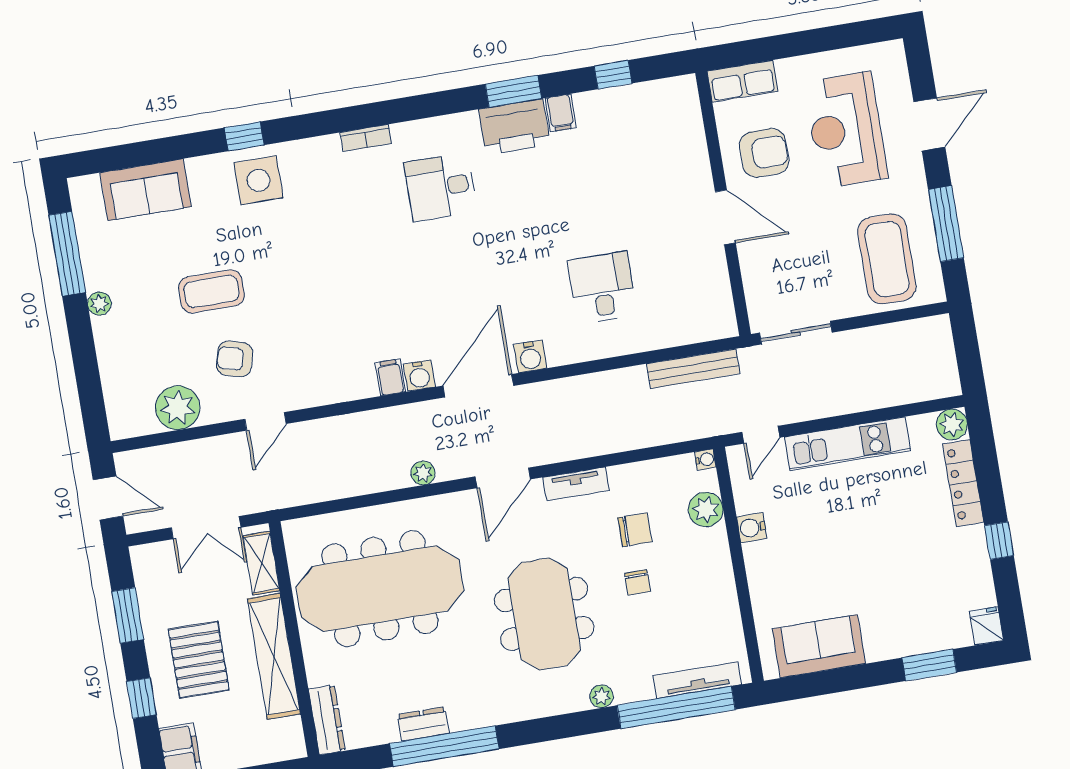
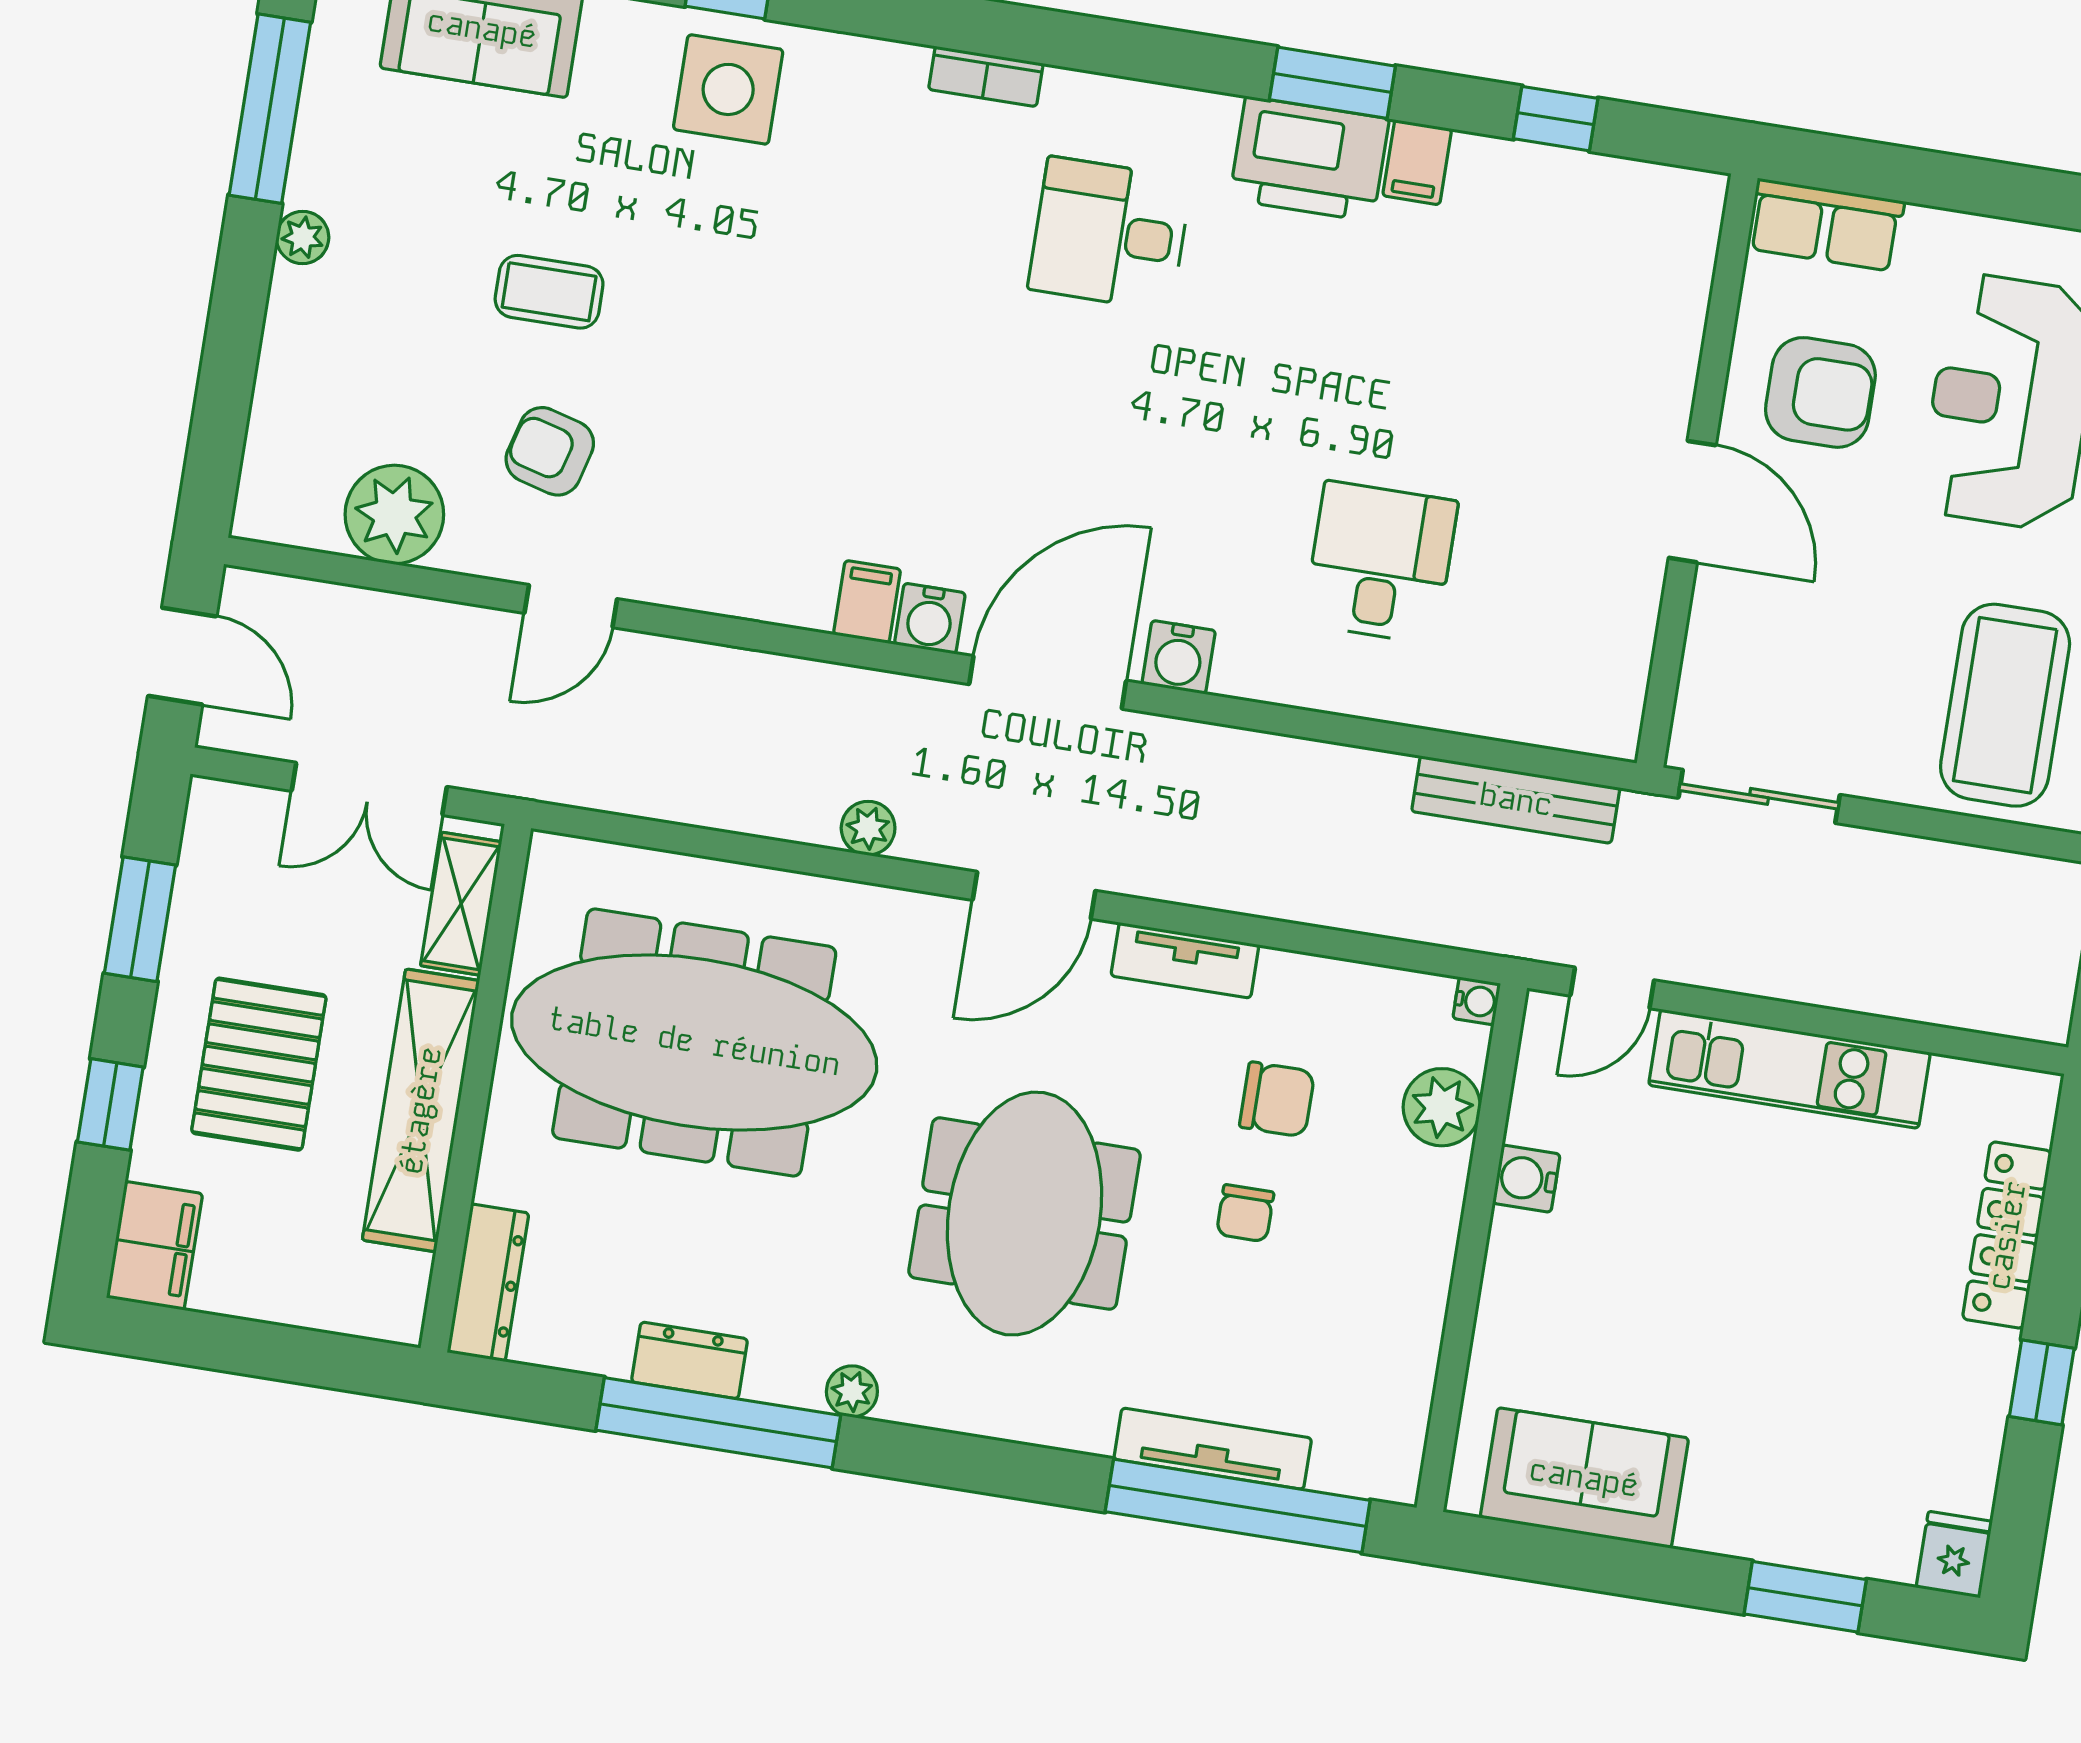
coffee table: (211, 291) -> (549, 292), width x0.73, depth x0.77
plant: (952, 424) -> (2025, 1102), removed
tv unit: (697, 680) -> (1213, 1449), moved
plant: (601, 696) -> (852, 1391), moved

